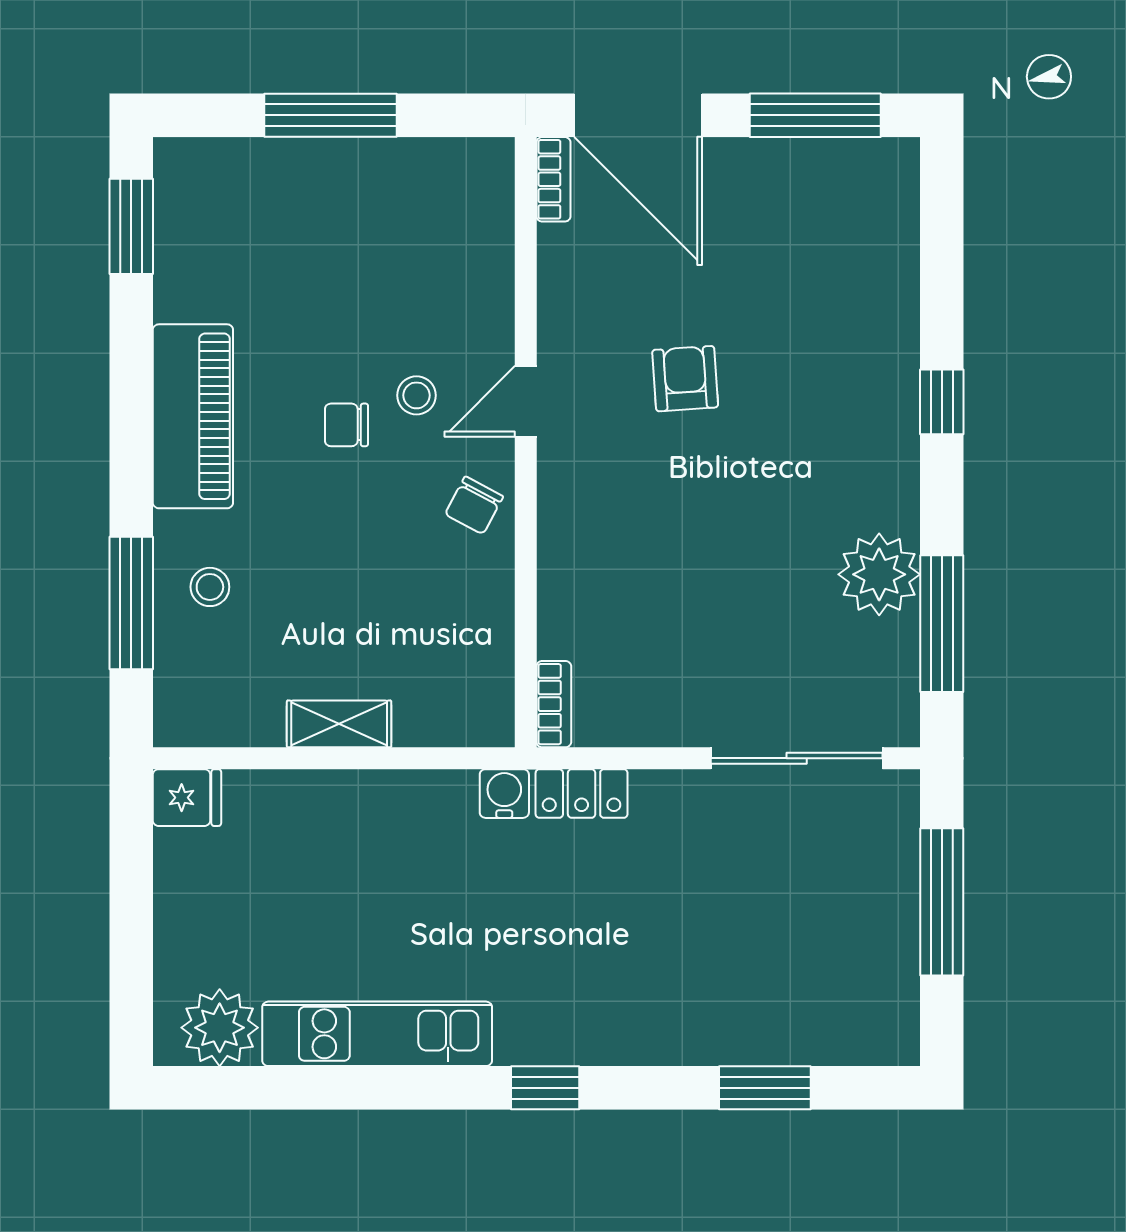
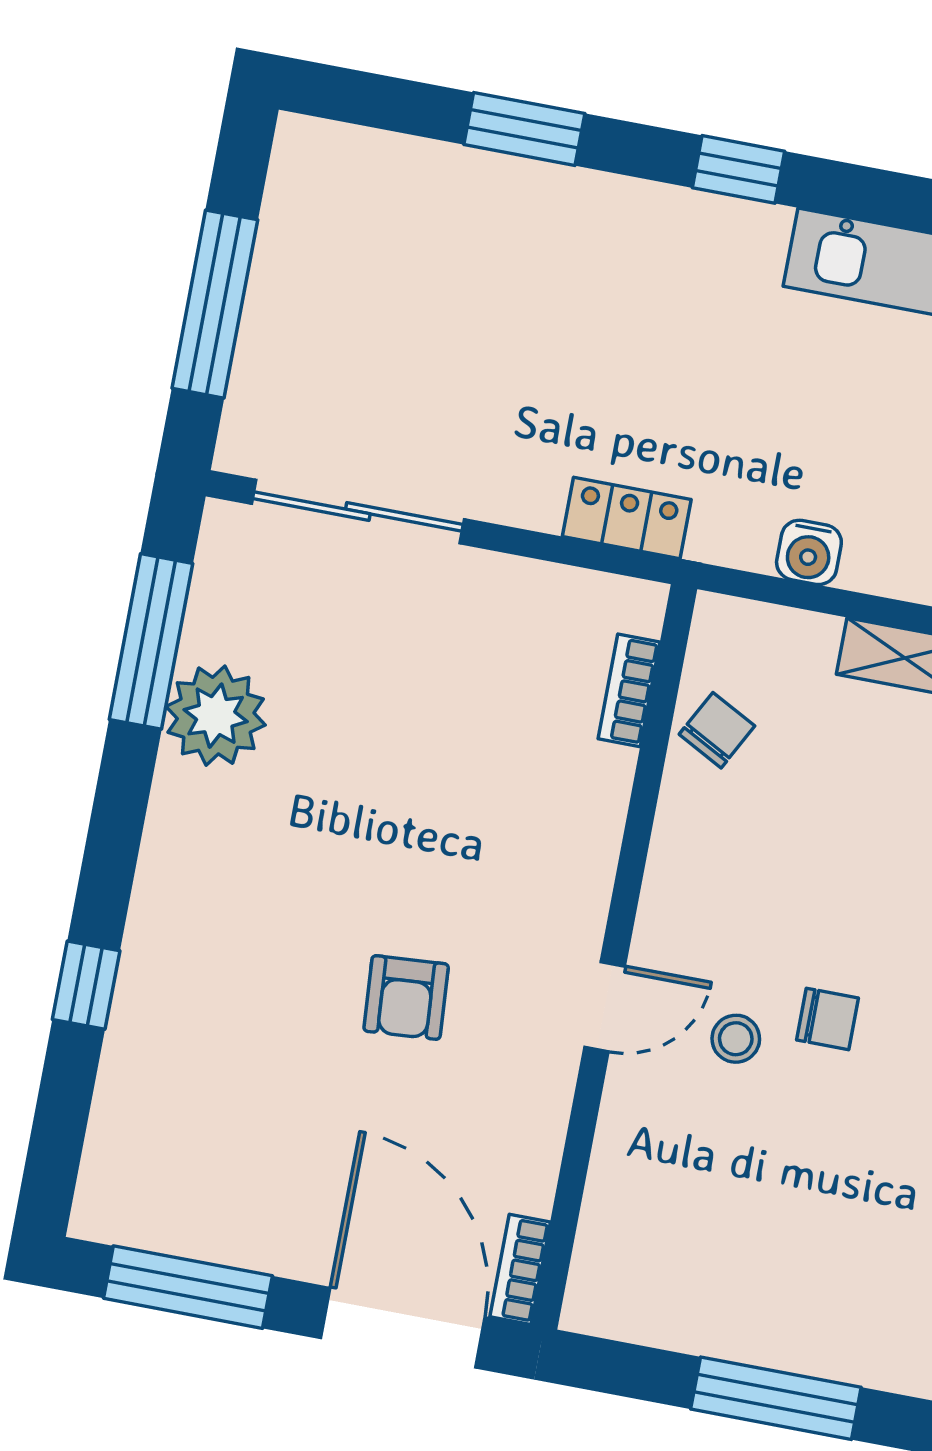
window: (942, 402) -> (86, 985), moved
chair: (474, 505) -> (717, 730), moved
bookcase: (554, 704) -> (629, 690), moved
water cooler: (504, 794) -> (809, 552), moved
window: (765, 1088) -> (524, 129), moved

